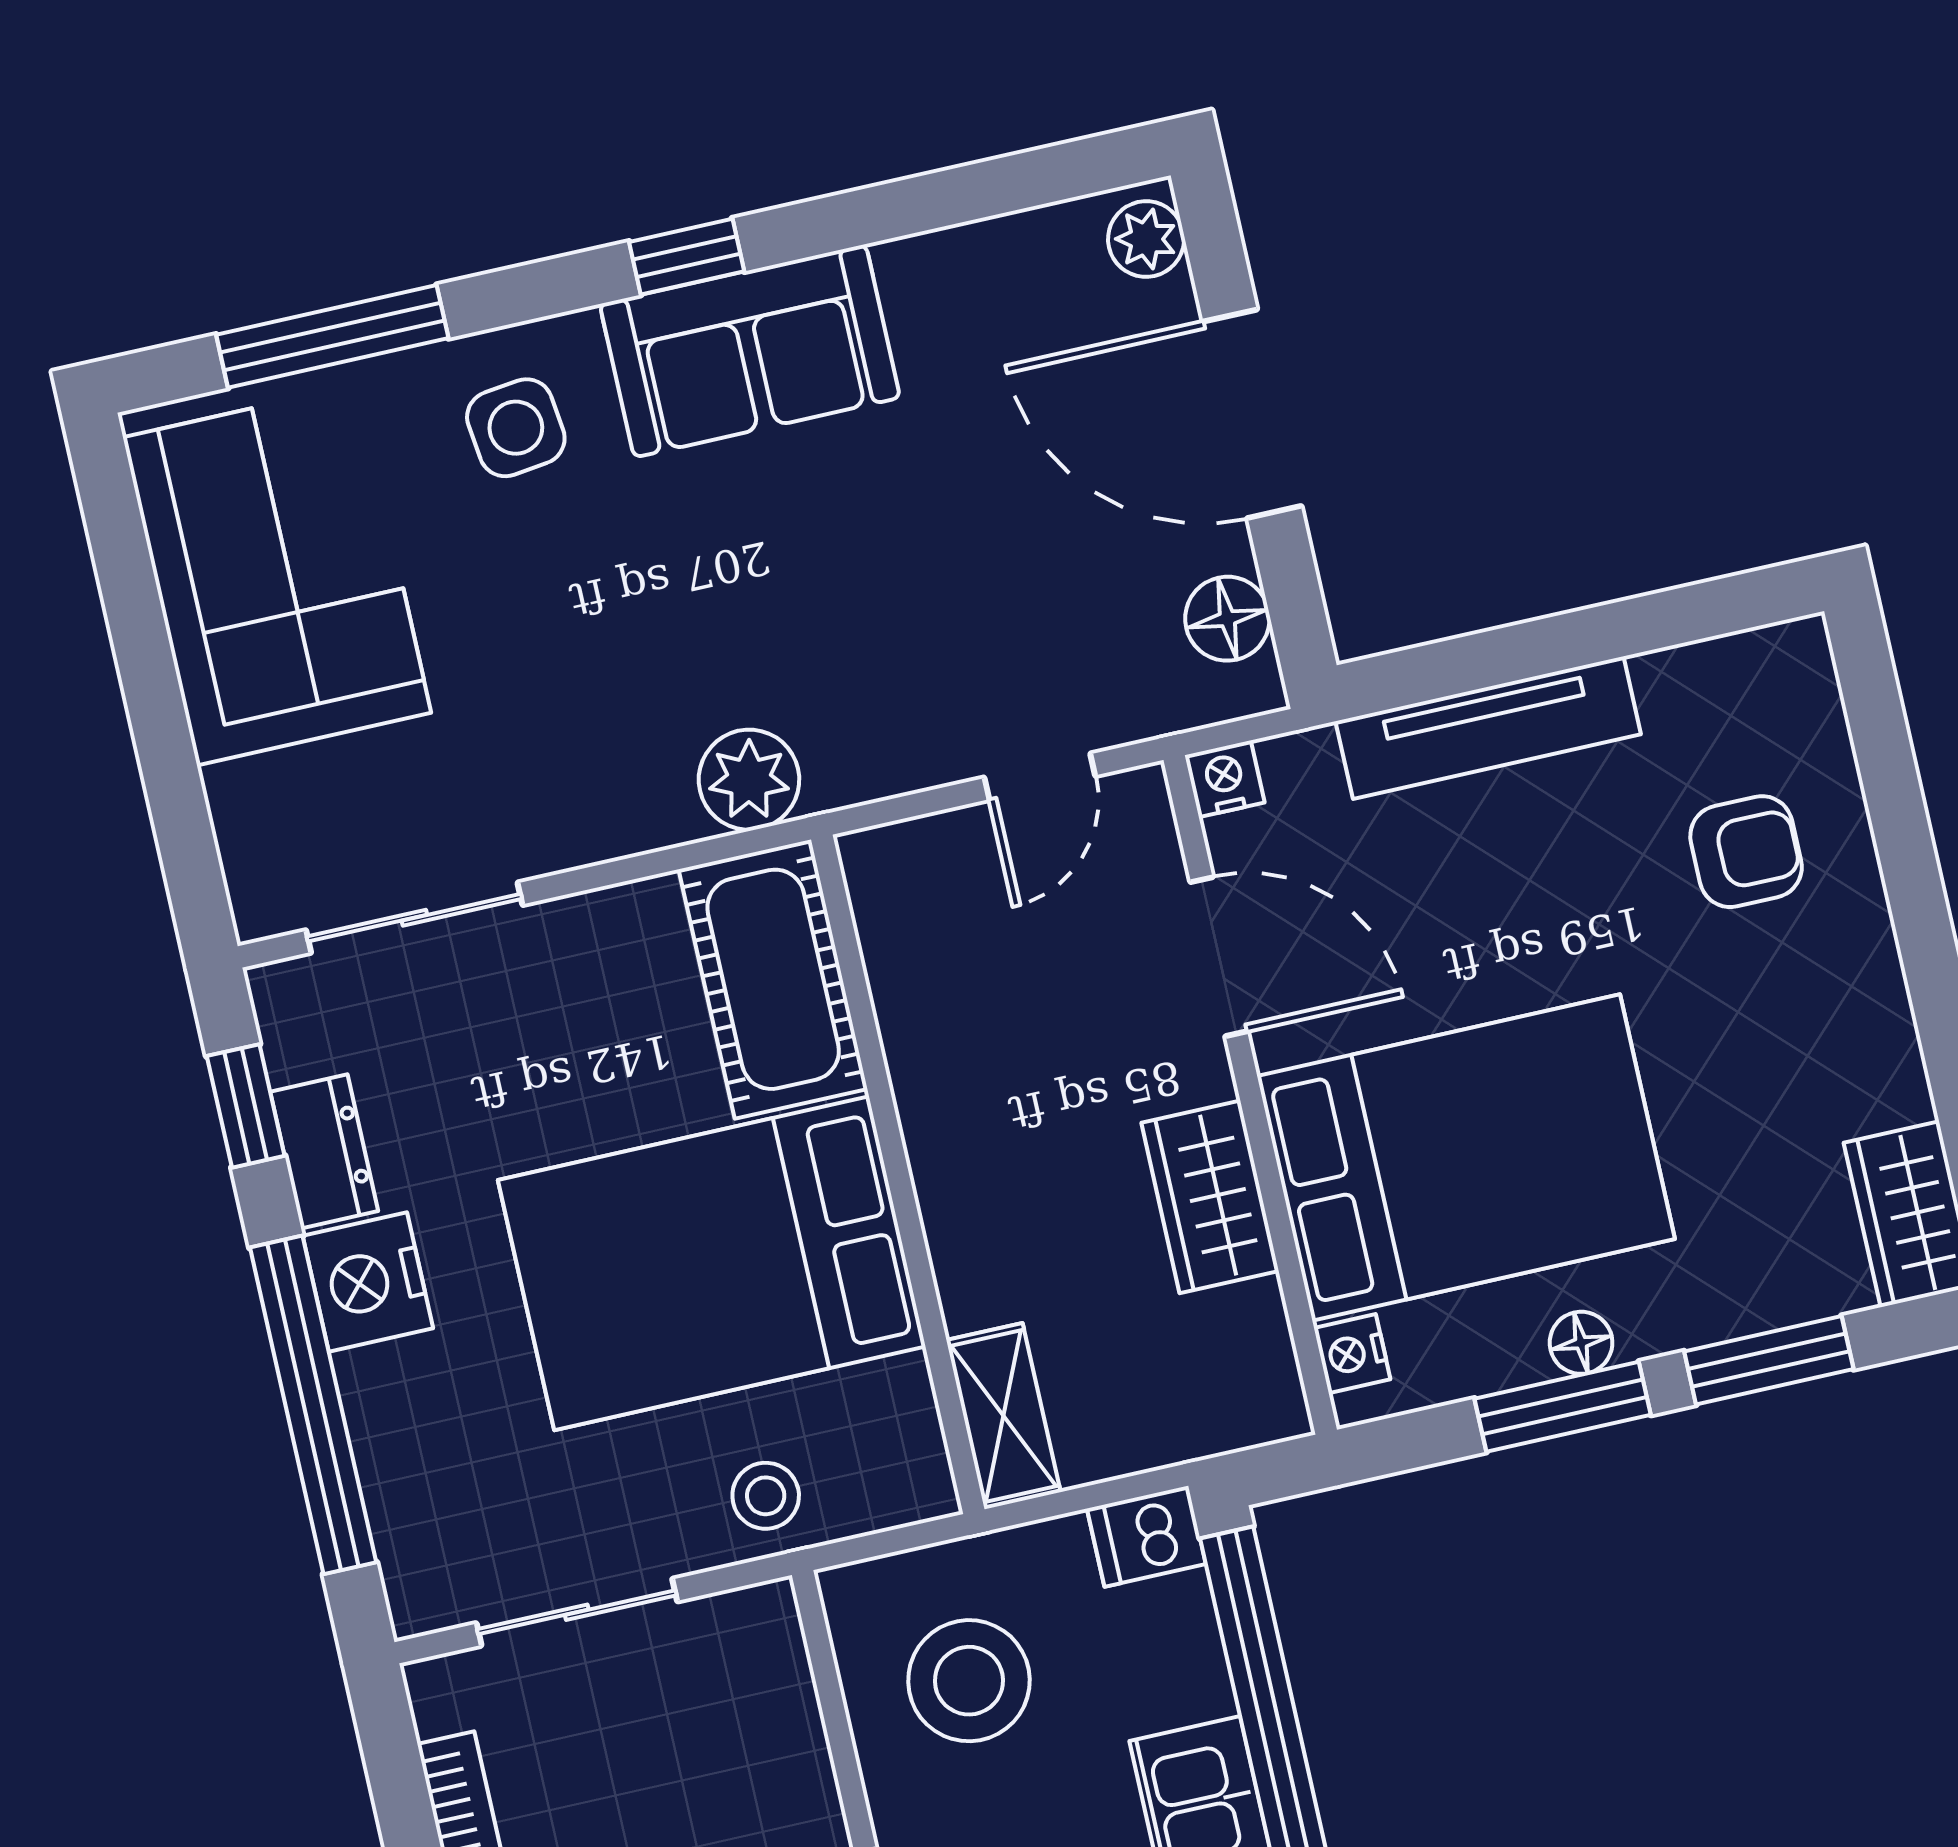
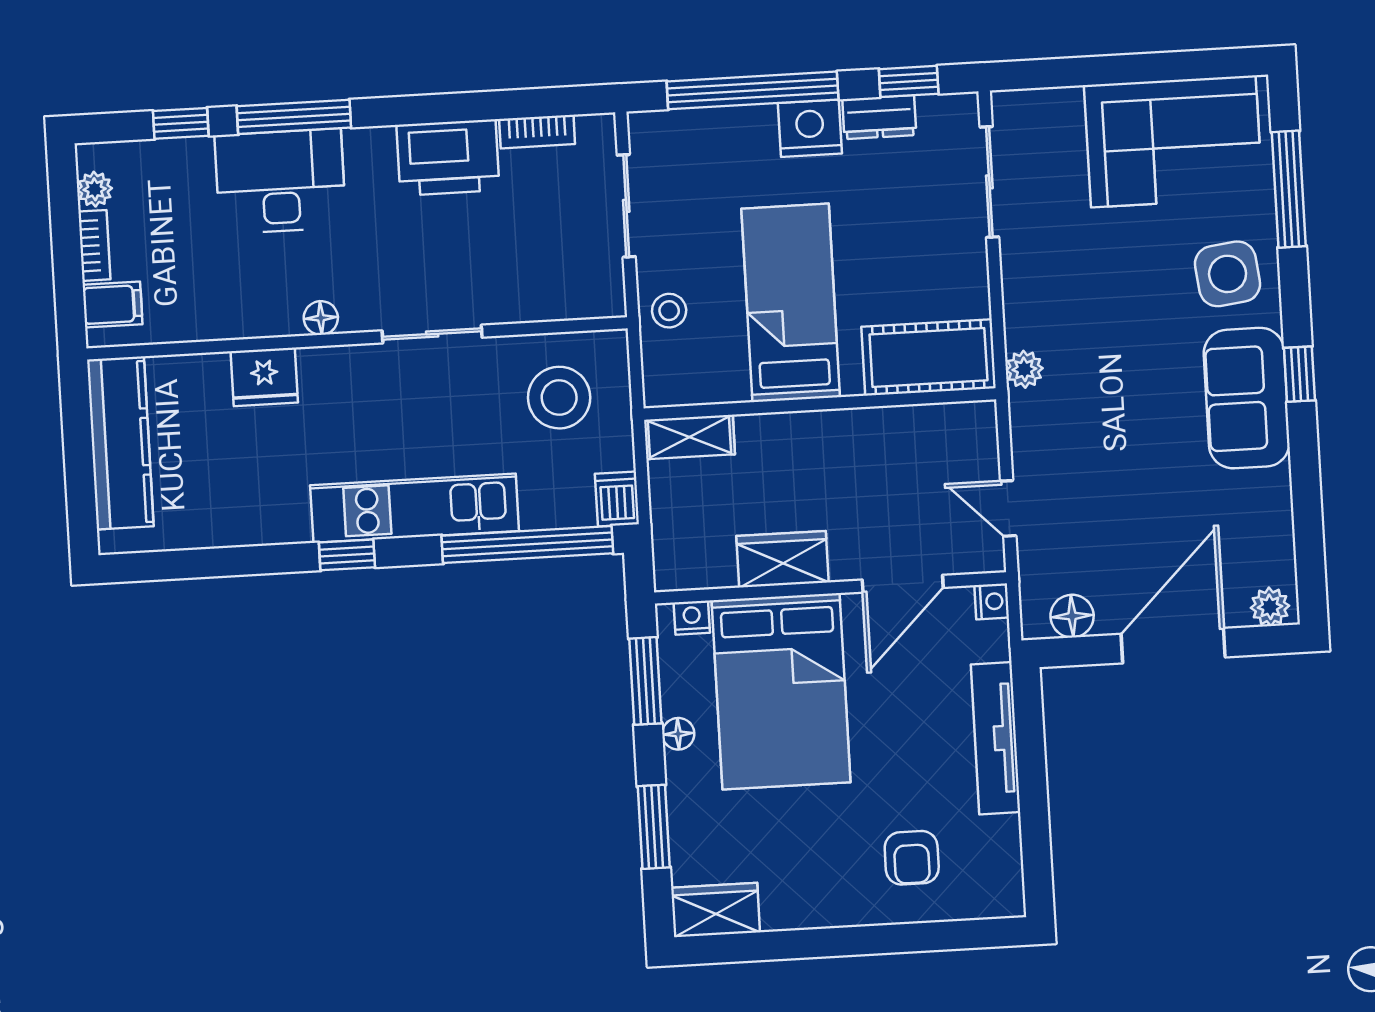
side table: (516, 428) -> (1228, 274), width x1.37, depth x1.37
plant: (749, 780) -> (1024, 369), width x0.73, depth x0.73
bed: (712, 1263) -> (791, 303), width x0.67
window: (1563, 1407) -> (645, 681), moved

